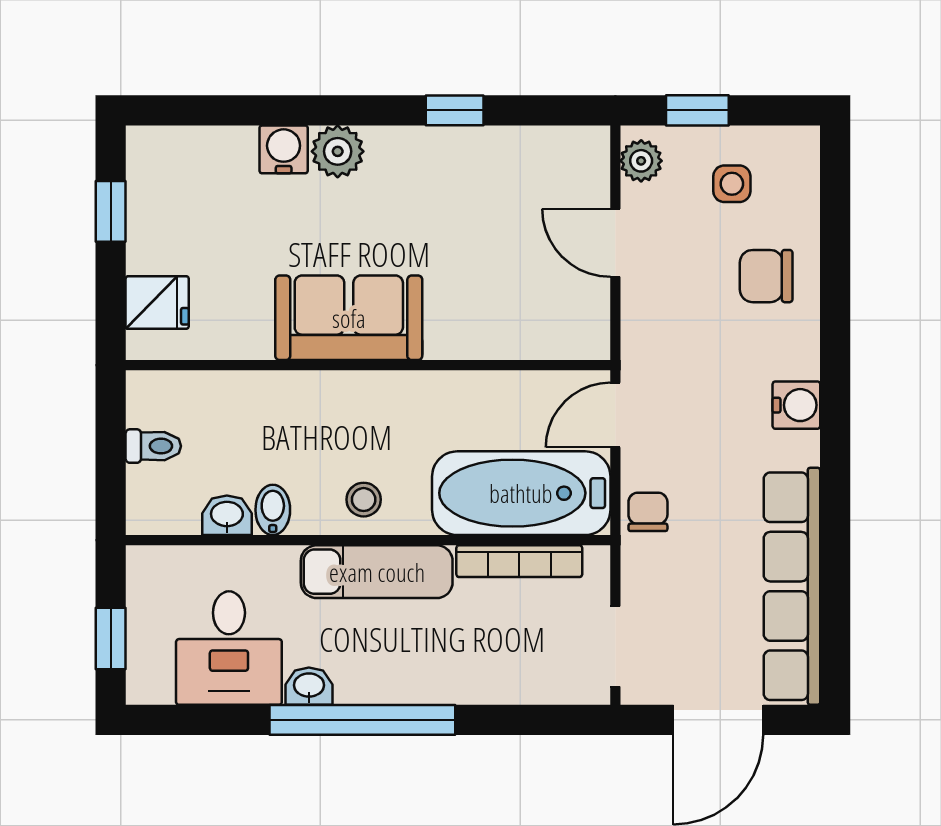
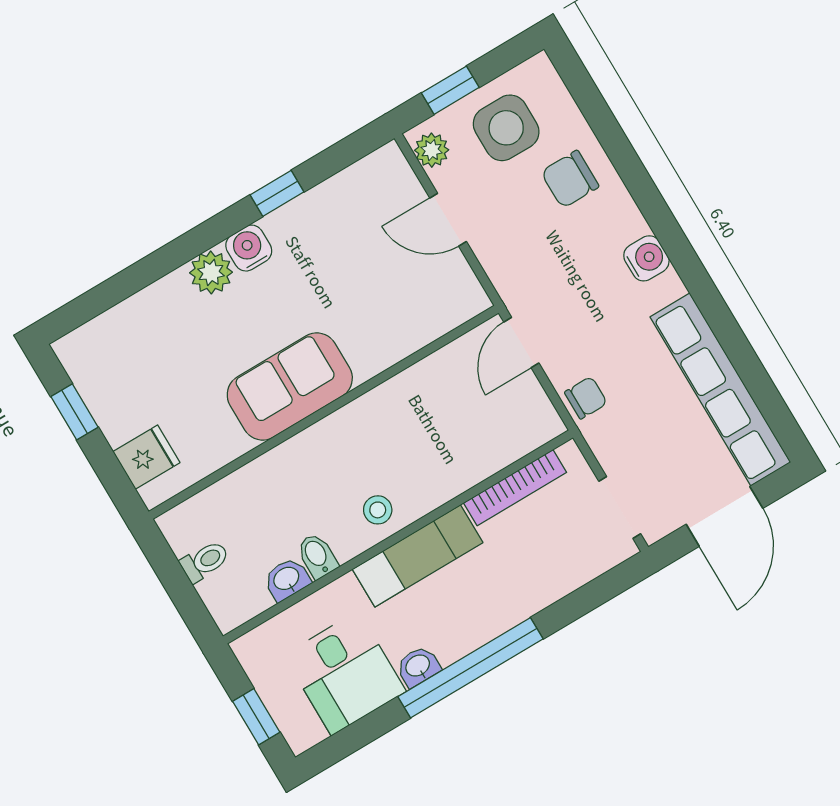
water cooler: (284, 149) -> (249, 248), moved
side table: (732, 184) -> (506, 128), width x1.87, depth x1.87
bathtub: (521, 493) -> (487, 438), removed
chair: (648, 512) -> (586, 398), turned 90

